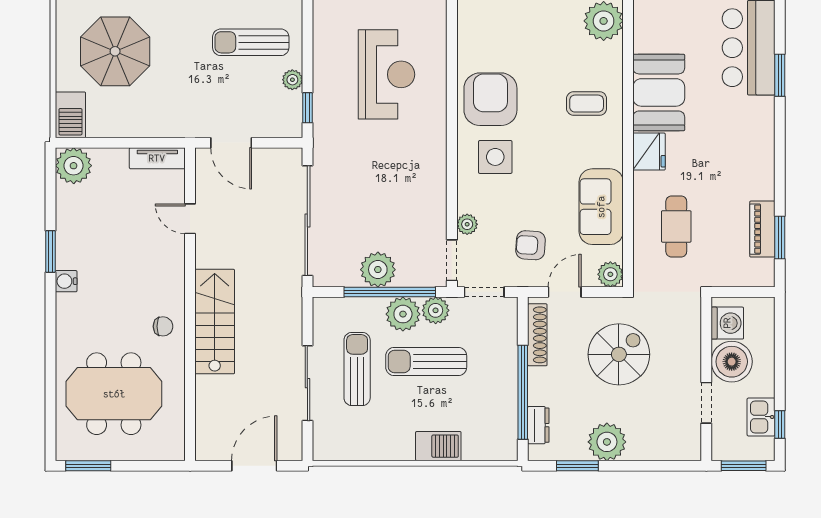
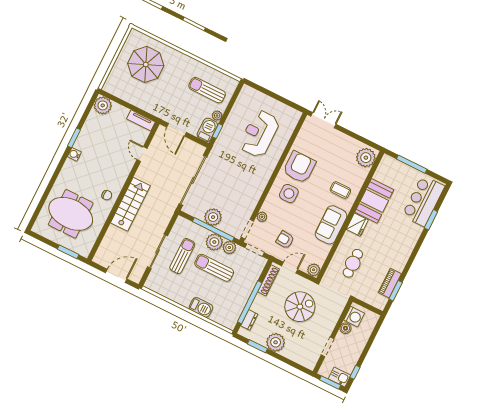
reception desk: (386, 74) -> (259, 134), turned 180
barbecue: (70, 115) -> (207, 130), moved, turned 180
sofa: (601, 207) -> (331, 225), moved
boiler: (732, 362) -> (346, 328), width x0.54, depth x0.54
kitchen sink: (761, 417) -> (340, 377), moved, turned 90
window: (88, 466) -> (68, 252), moved

